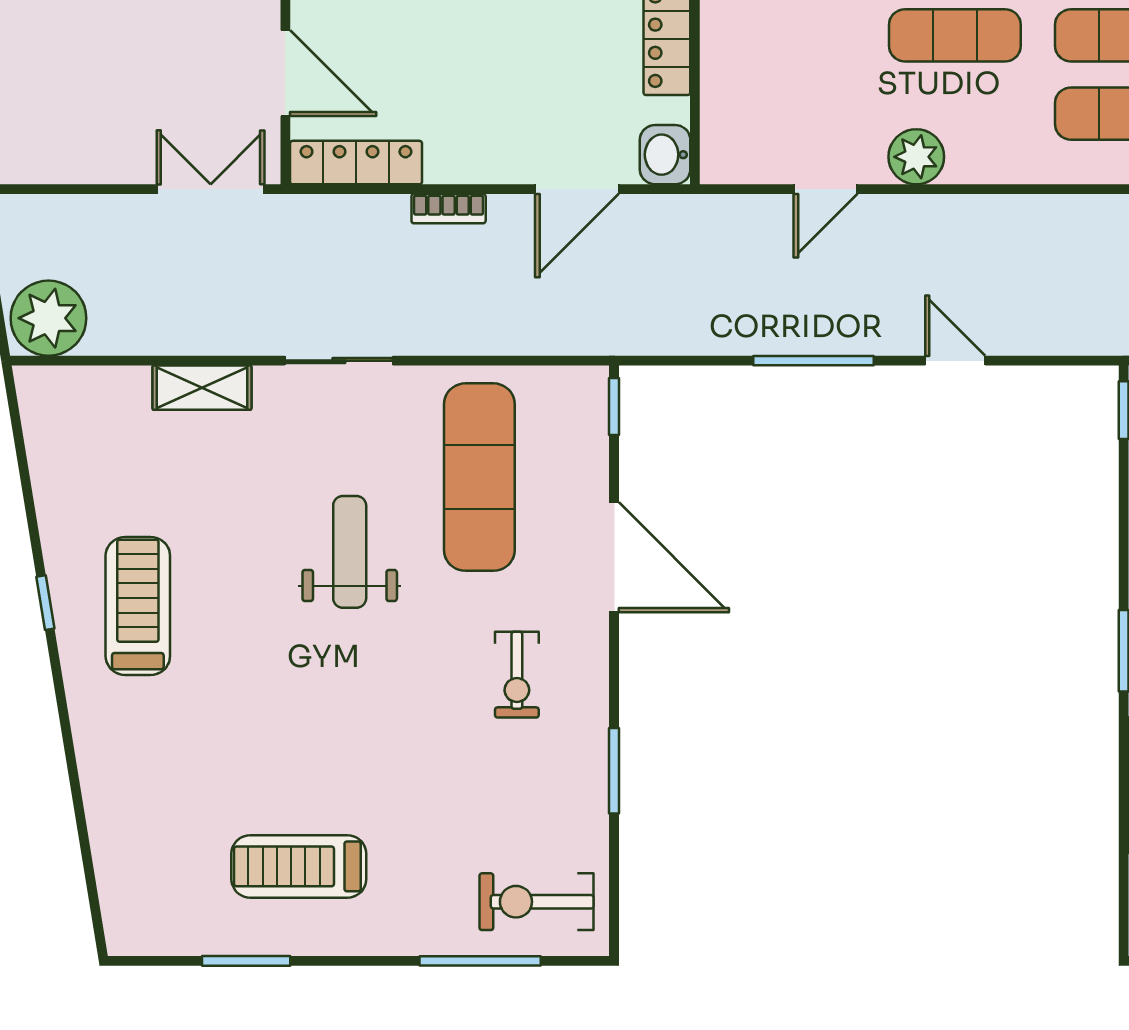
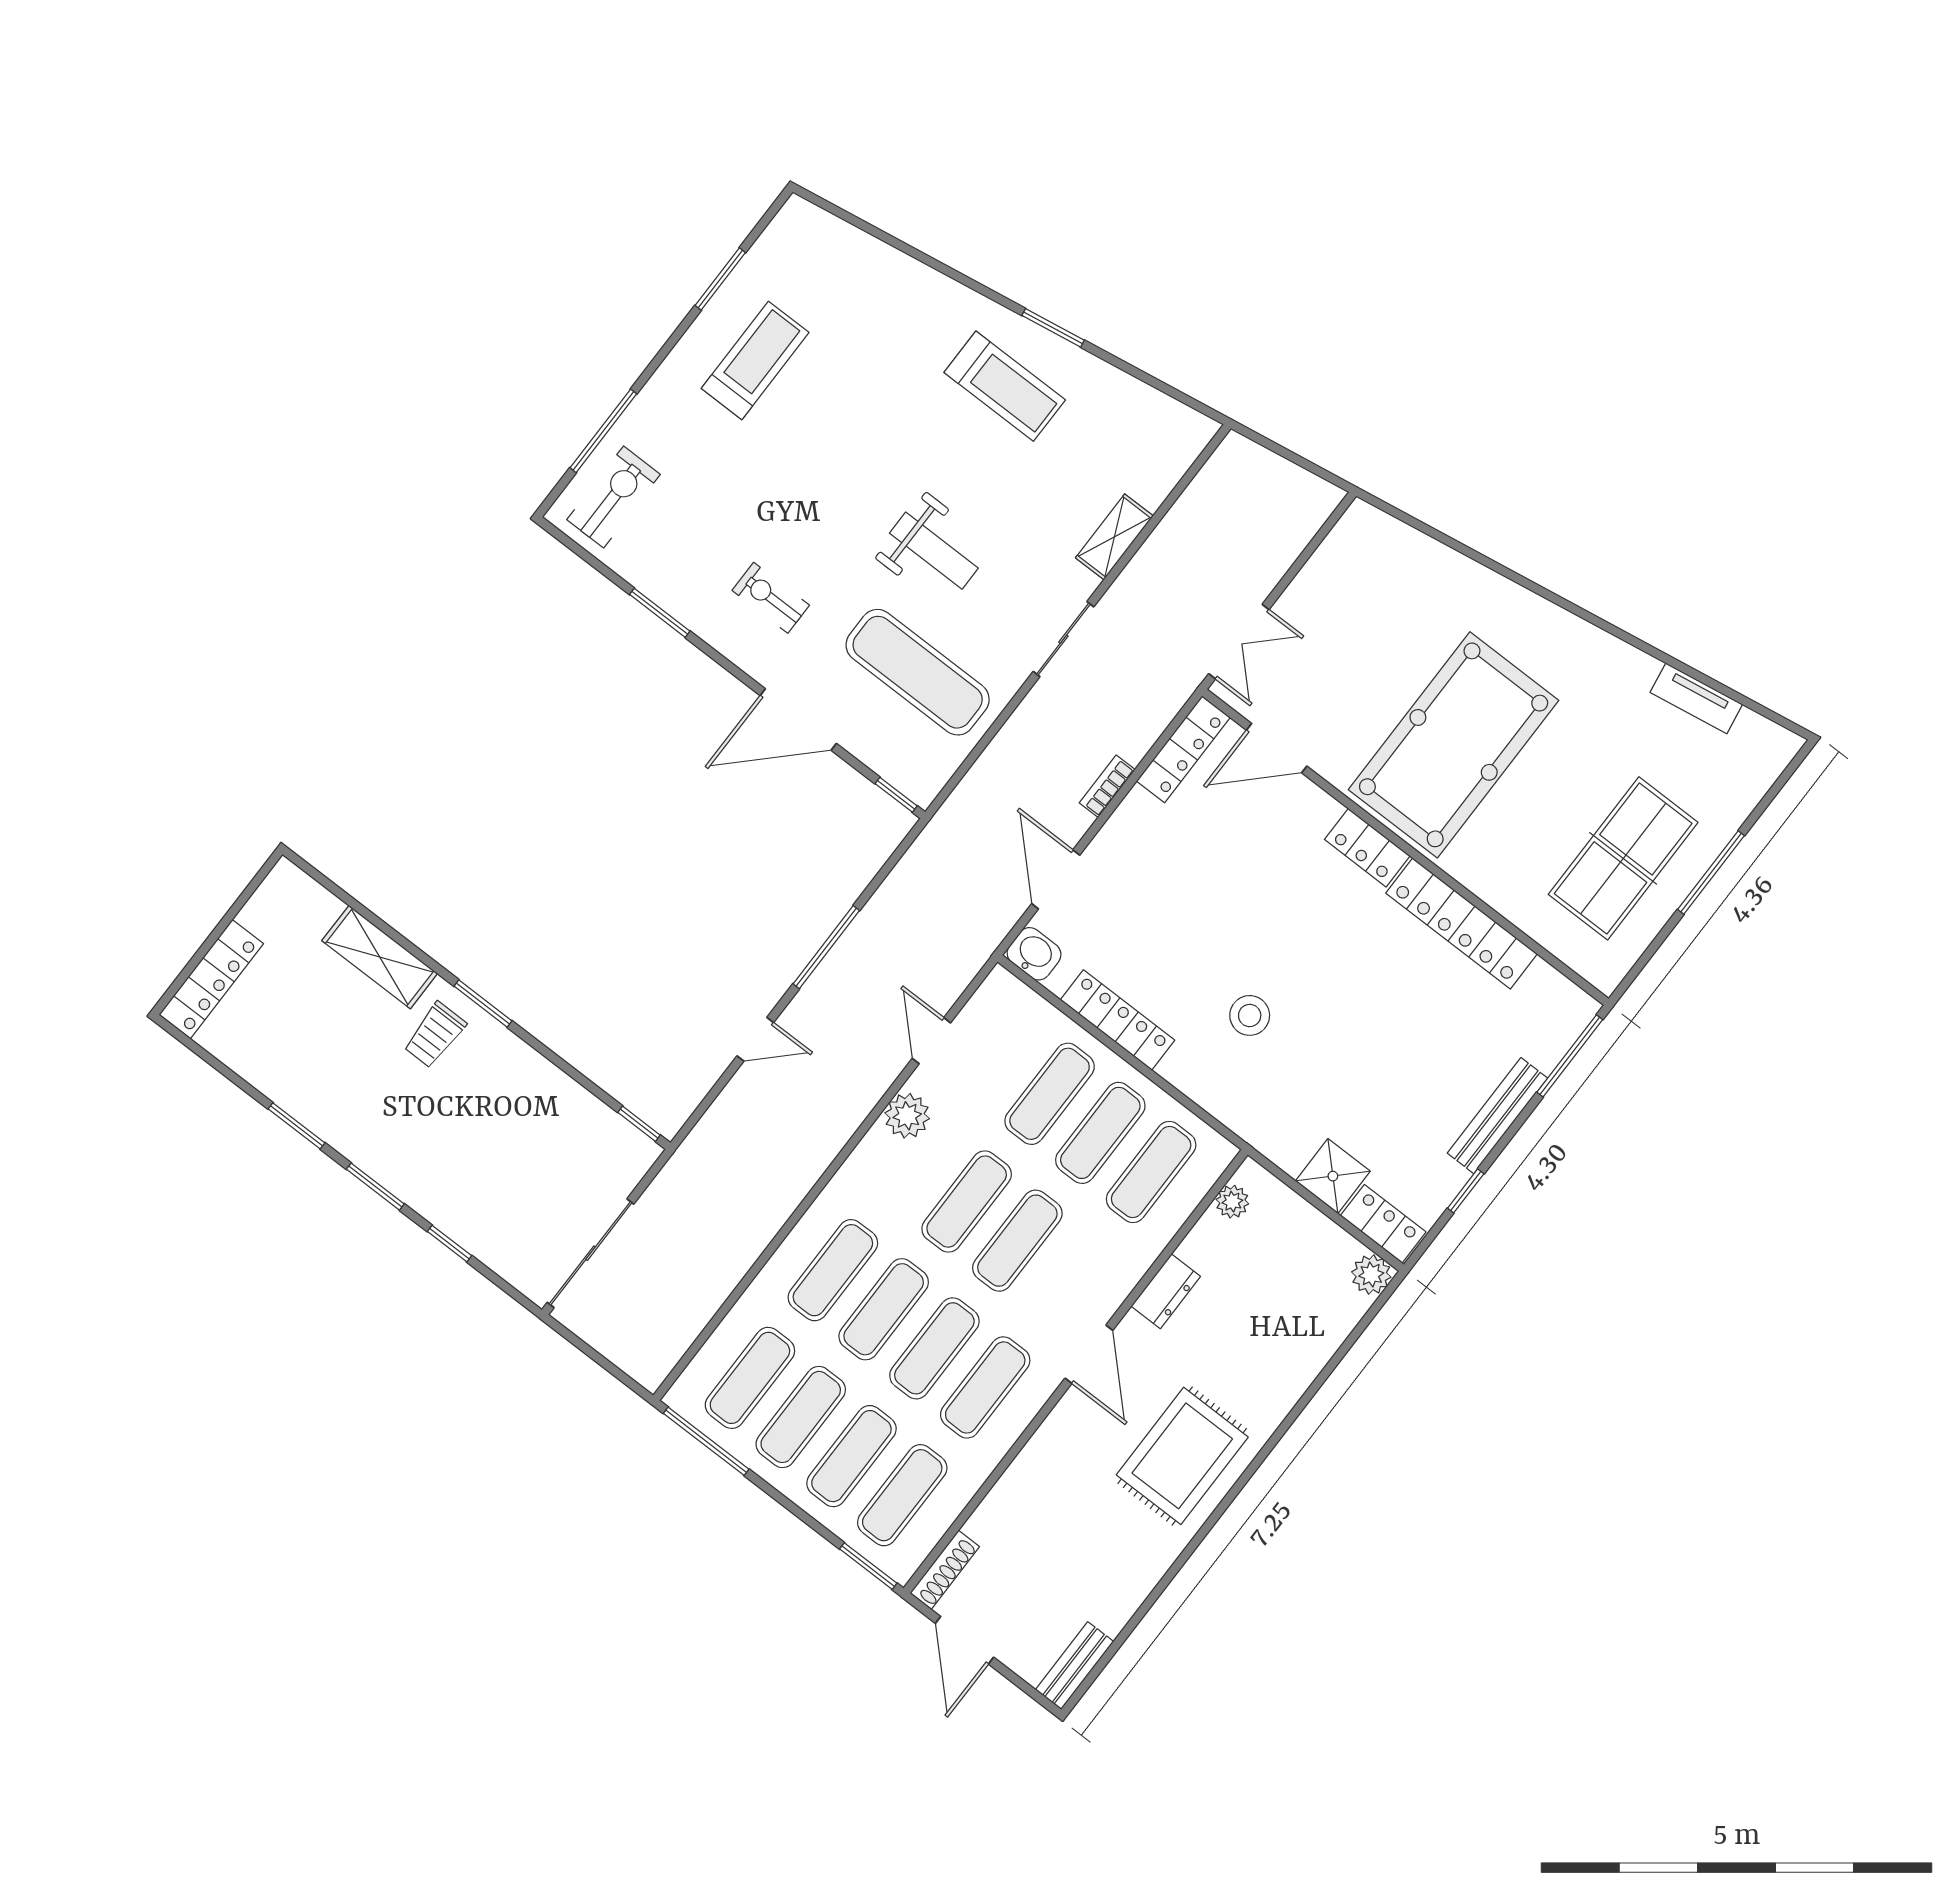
exercise mat: (789, 35) -> (1050, 1094), added
plant: (48, 318) -> (1236, 472), removed
window: (45, 603) -> (1053, 328), width x1.50

